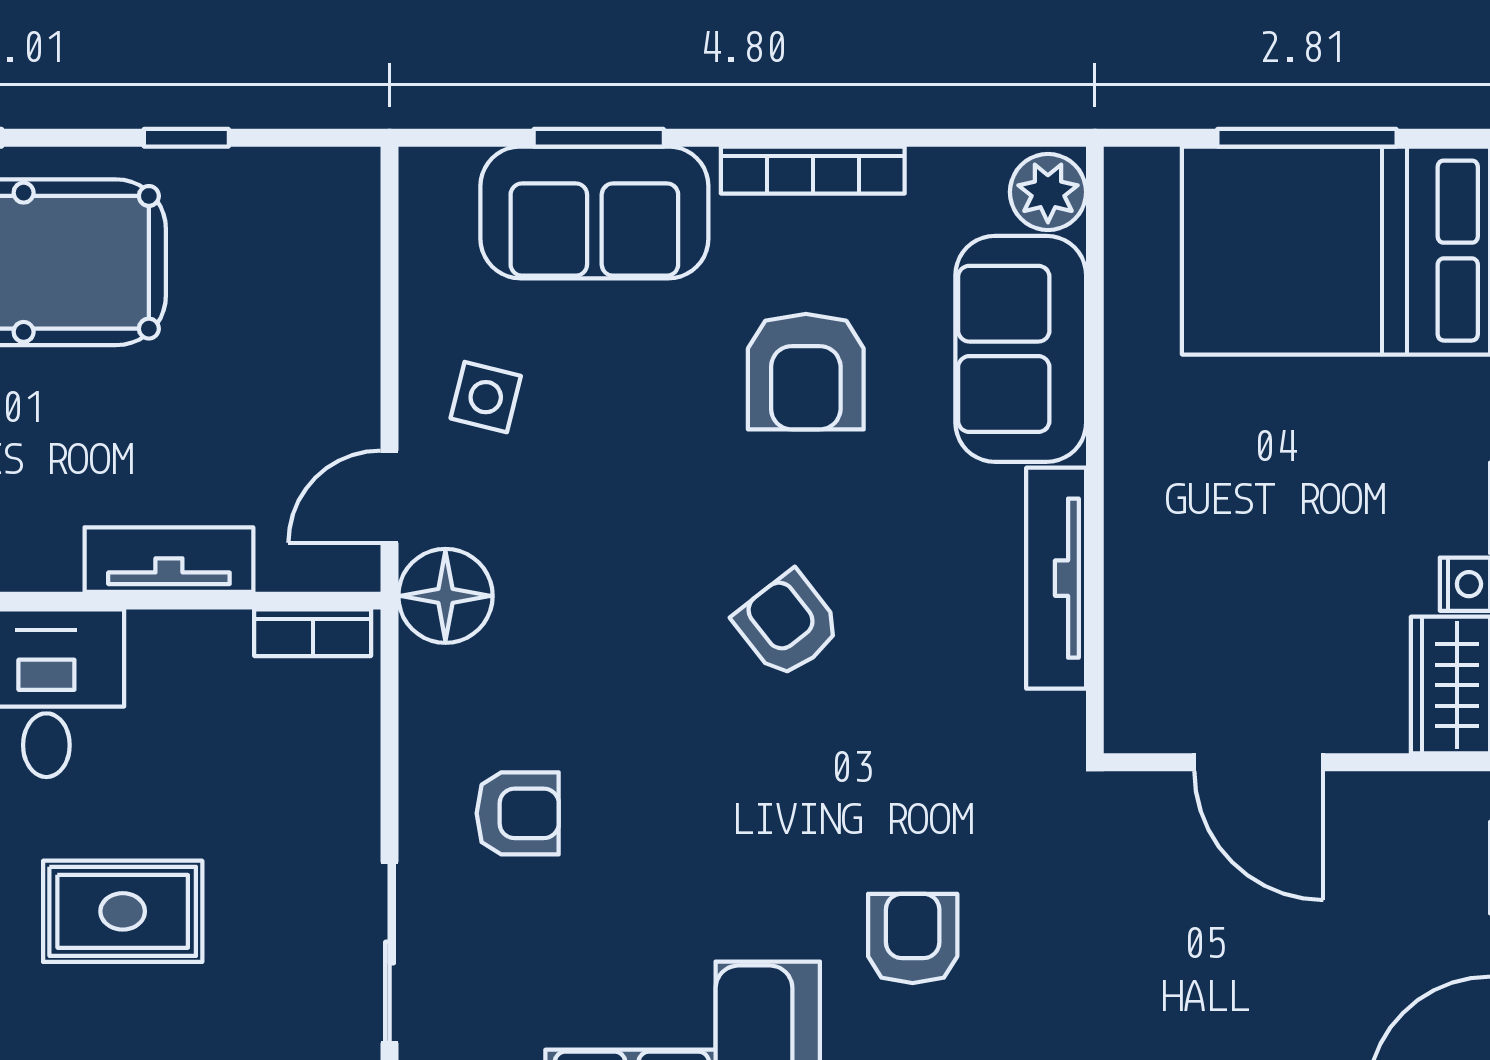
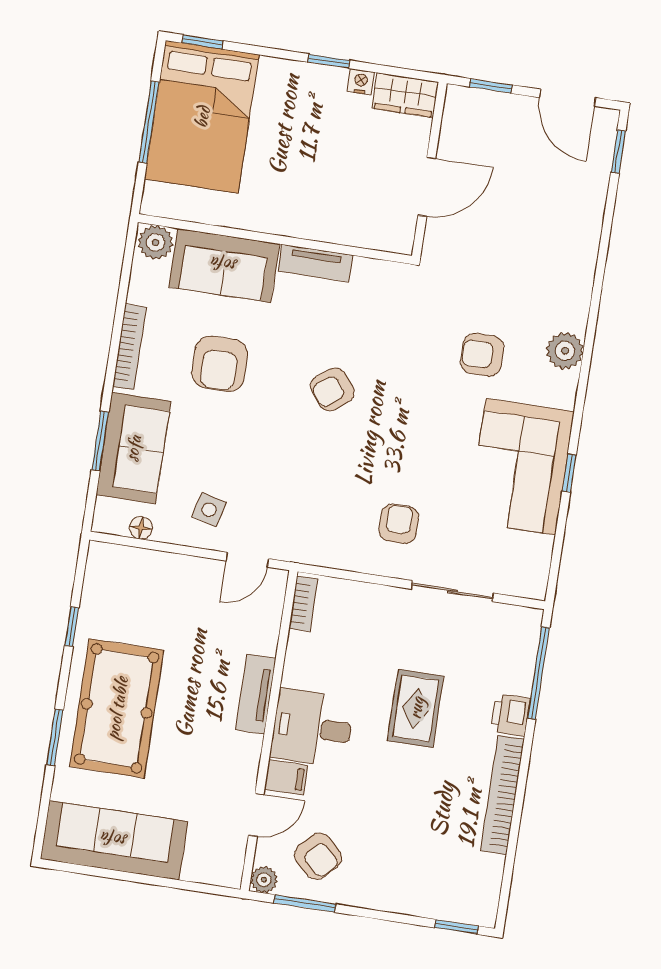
armchair: (806, 372) -> (220, 364), turned 90
door: (390, 497) -> (247, 560), hinge flipped
tv unit: (169, 560) -> (256, 694), moved
tv unit: (1056, 578) -> (315, 263), width x0.71
floor lamp: (445, 596) -> (141, 528), moved, width x0.53, depth x0.53

